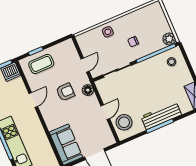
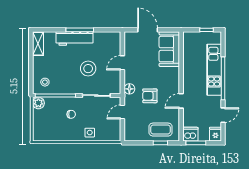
stool: (124, 122) -> (88, 69), moved

